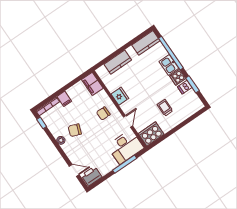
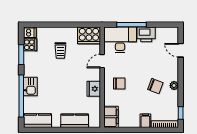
cooker: (178, 77) -> (30, 45), moved
dishwasher: (185, 87) -> (30, 33), moved
printer: (92, 176) -> (146, 34), moved

